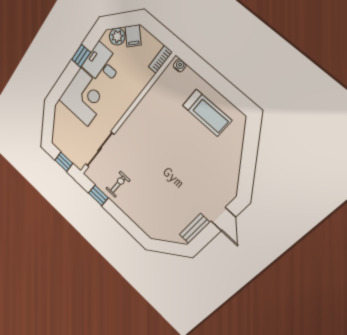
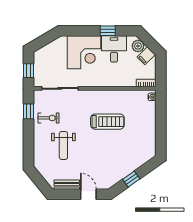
treadmill: (207, 113) -> (107, 122), moved, turned -90
window: (248, 164) -> (131, 179), added
weight bench: (154, 196) -> (63, 145), added
door: (223, 219) -> (88, 194), swing flipped

